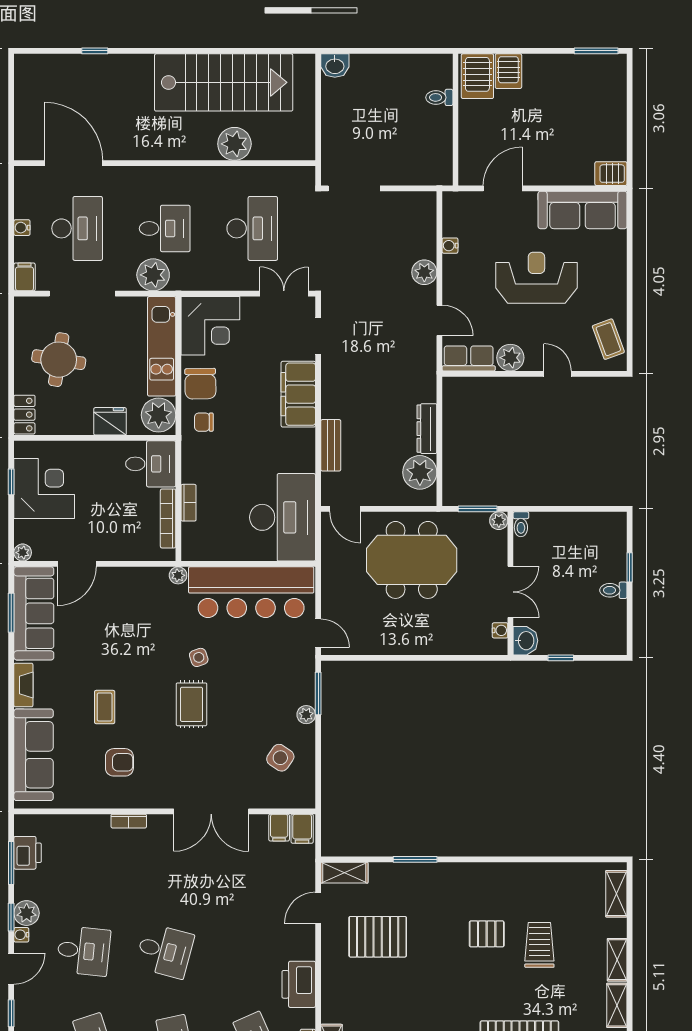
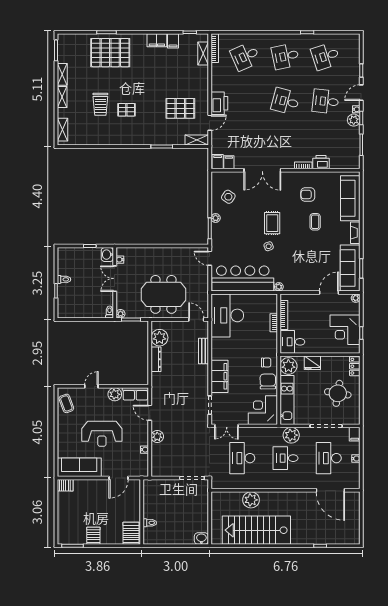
server rack: (508, 71) -> (93, 536), moved
door: (558, 374) -> (91, 386), swing flipped
double door: (211, 811) -> (262, 170), swing flipped
printer: (28, 853) -> (321, 162), moved, turned 90
printer: (299, 984) -> (219, 103), moved

